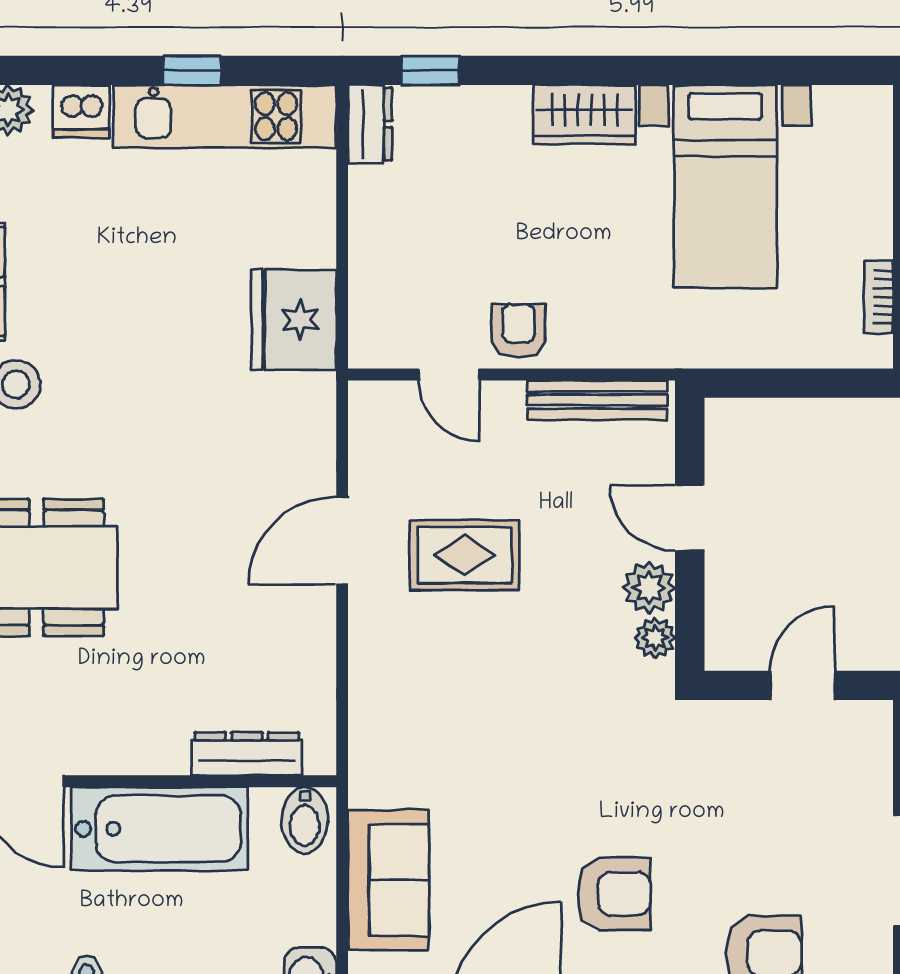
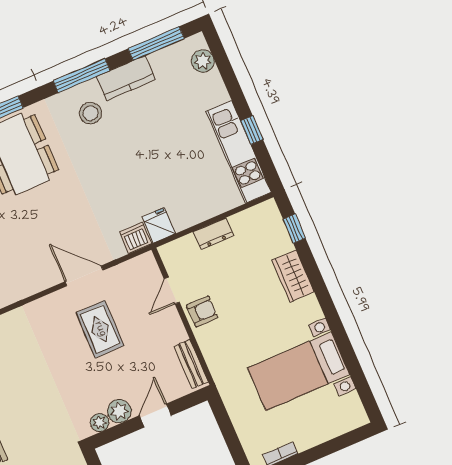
dishwasher: (81, 111) -> (136, 238), moved, turned 90
wardrobe: (584, 115) -> (293, 276), moved
dresser: (370, 124) -> (214, 234), moved
fridge: (294, 320) -> (159, 225), width x0.53, depth x0.75
bench: (597, 400) -> (191, 364), width x0.73

